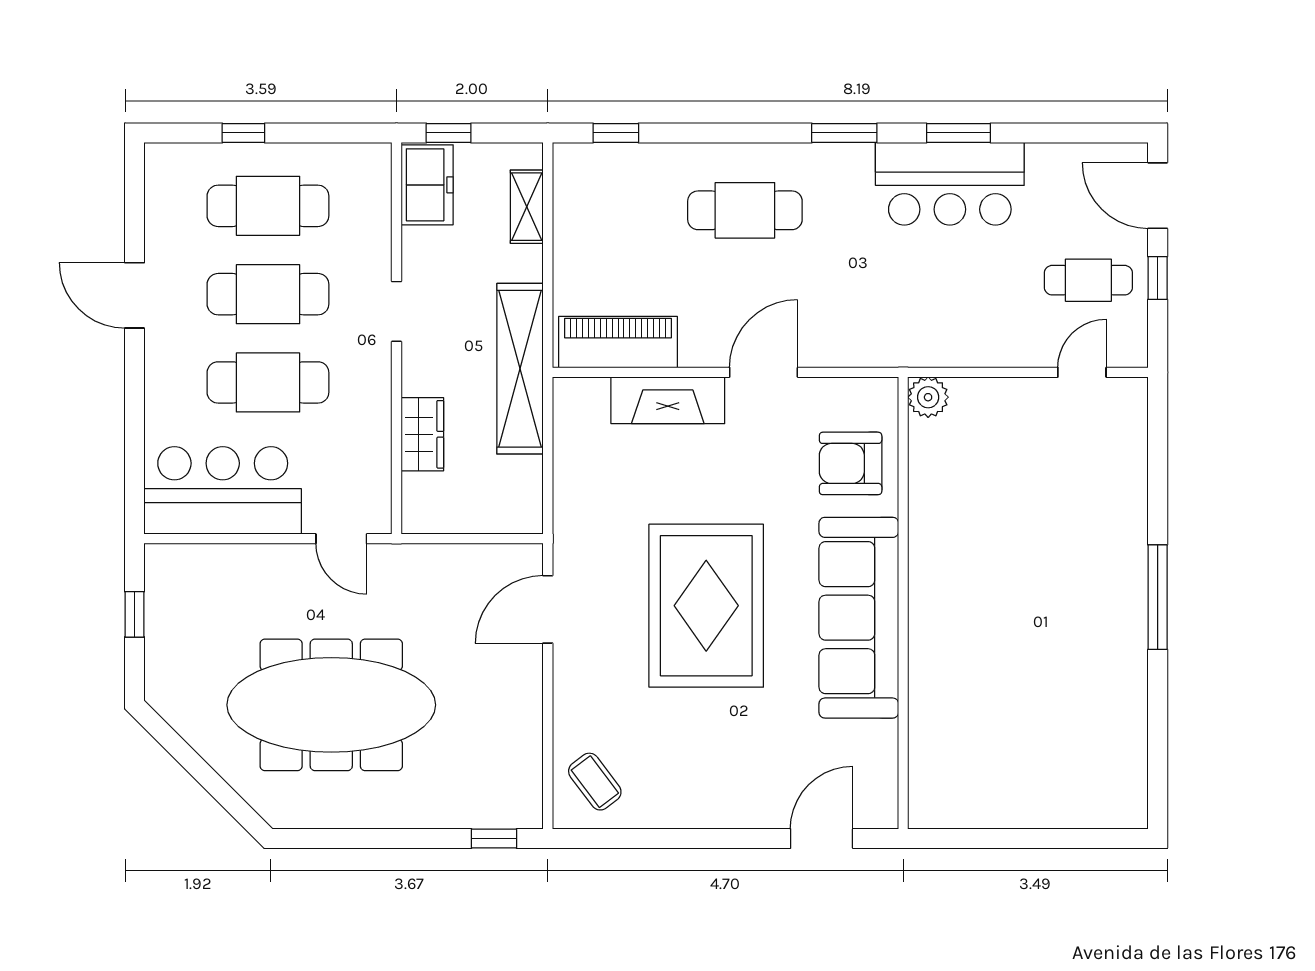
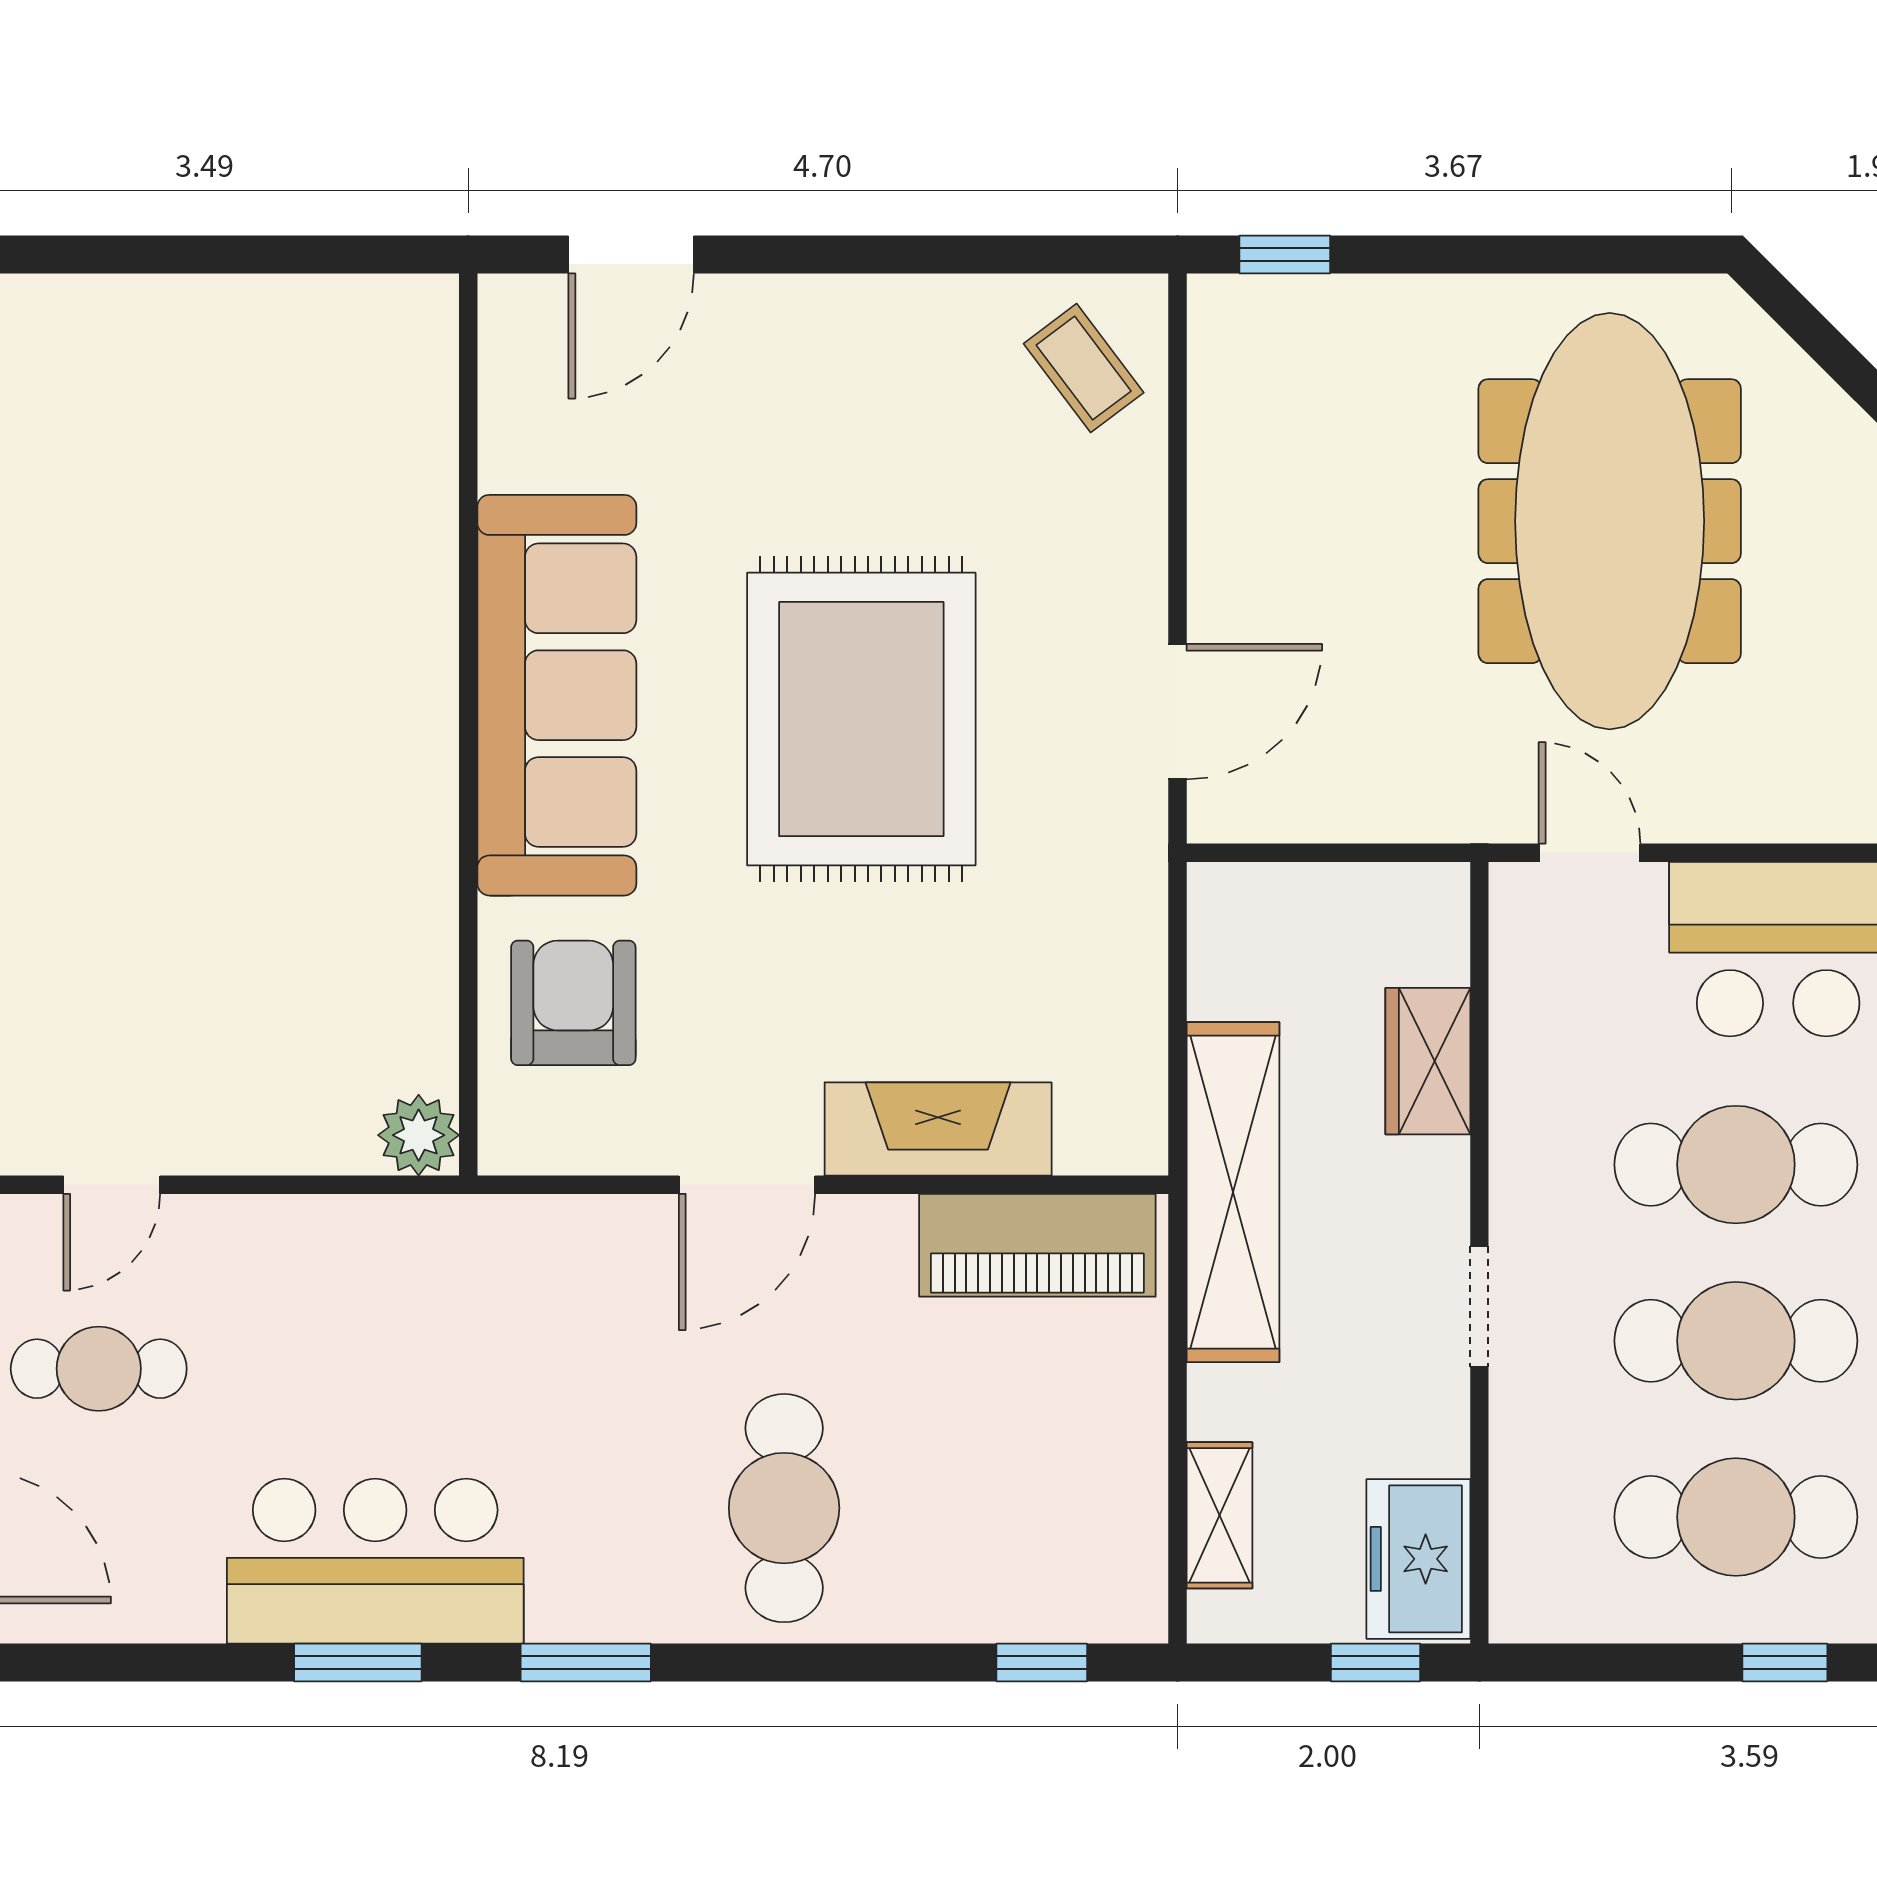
cafe table: (745, 210) -> (784, 1508), turned 90
armchair: (851, 463) -> (573, 1003), turned -90
meeting table: (331, 705) -> (1610, 521), turned 90

